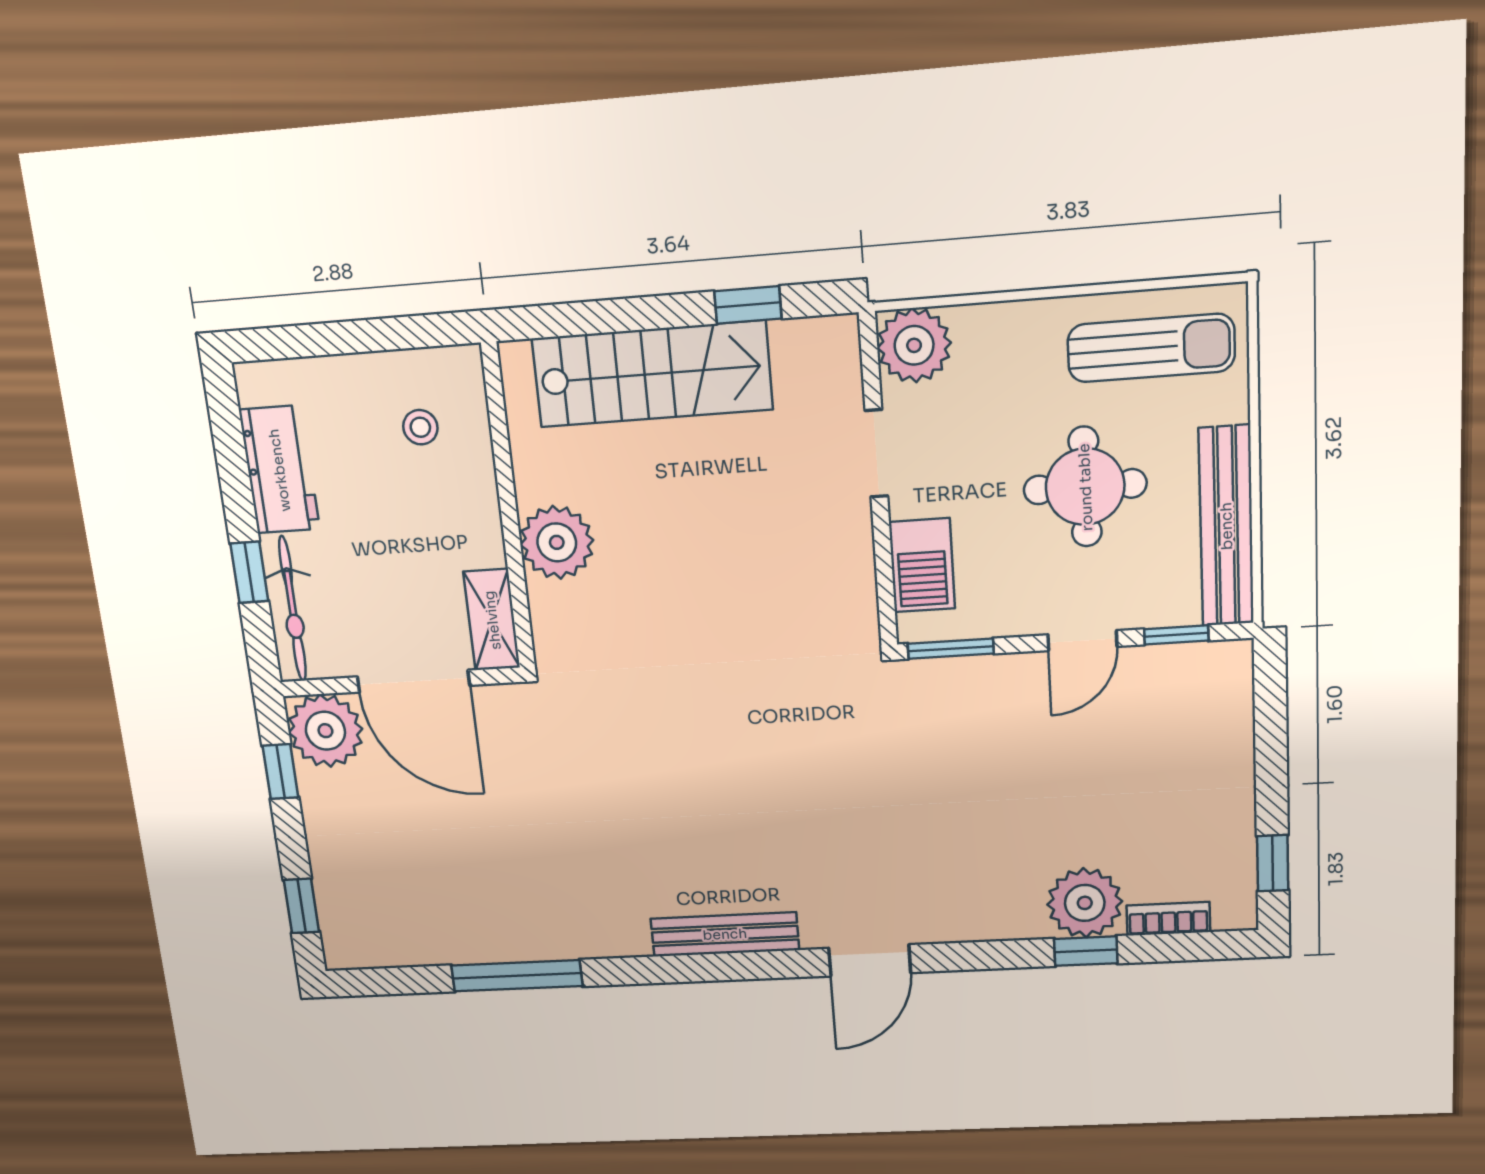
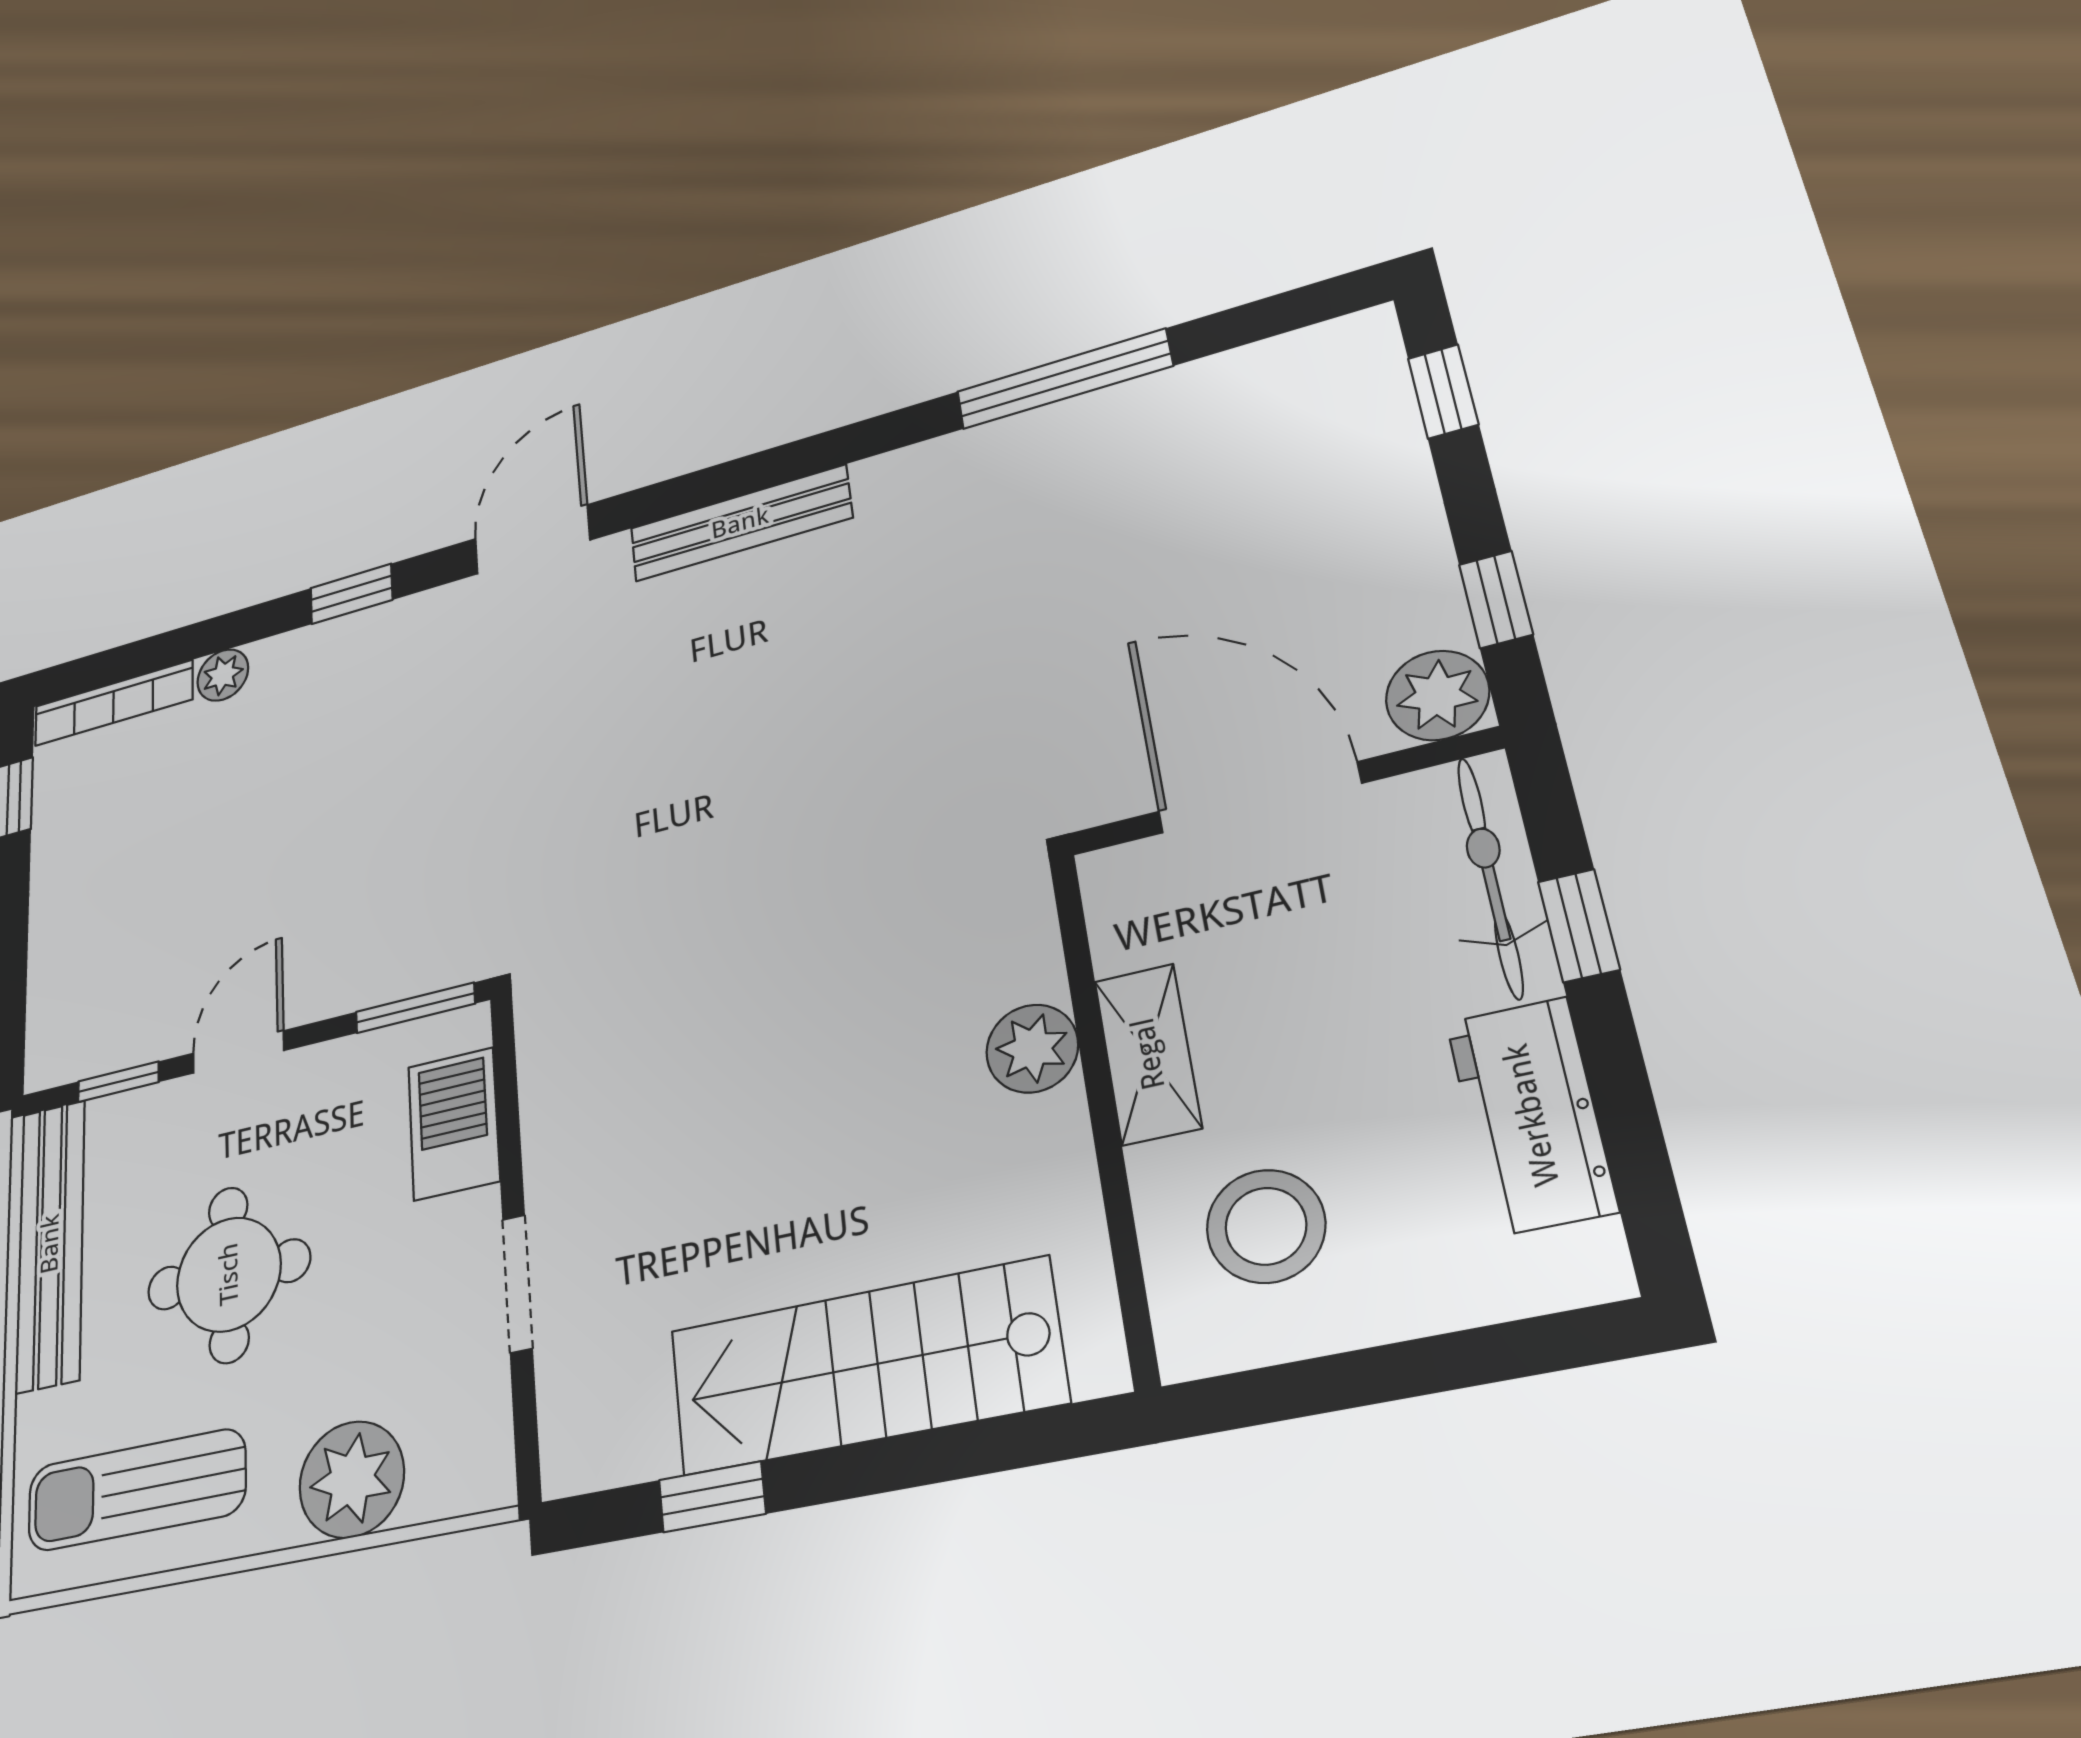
plant: (914, 345) -> (352, 1479), moved
stool: (420, 427) -> (1266, 1226), width x1.89, depth x1.89
plant: (557, 542) -> (1032, 1049), width x0.73, depth x0.73
shelving: (492, 620) -> (1148, 1054), moved
plant: (325, 731) -> (1437, 695), width x0.73, depth x0.73
plant: (1085, 903) -> (223, 675), width x0.53, depth x0.53
bookcase: (1168, 919) -> (113, 703), width x1.56
window: (1086, 951) -> (351, 594), moved

